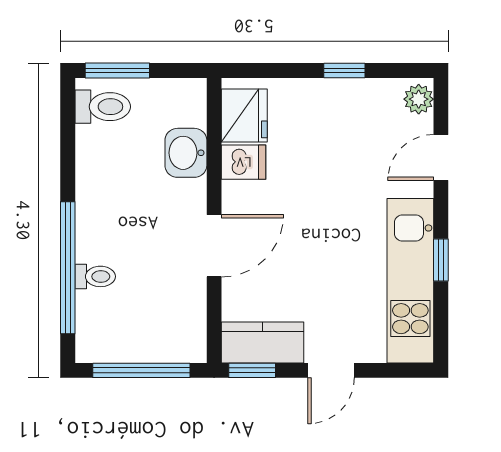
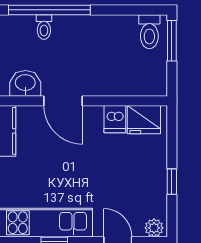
washbasin: (186, 153) -> (25, 83), moved

